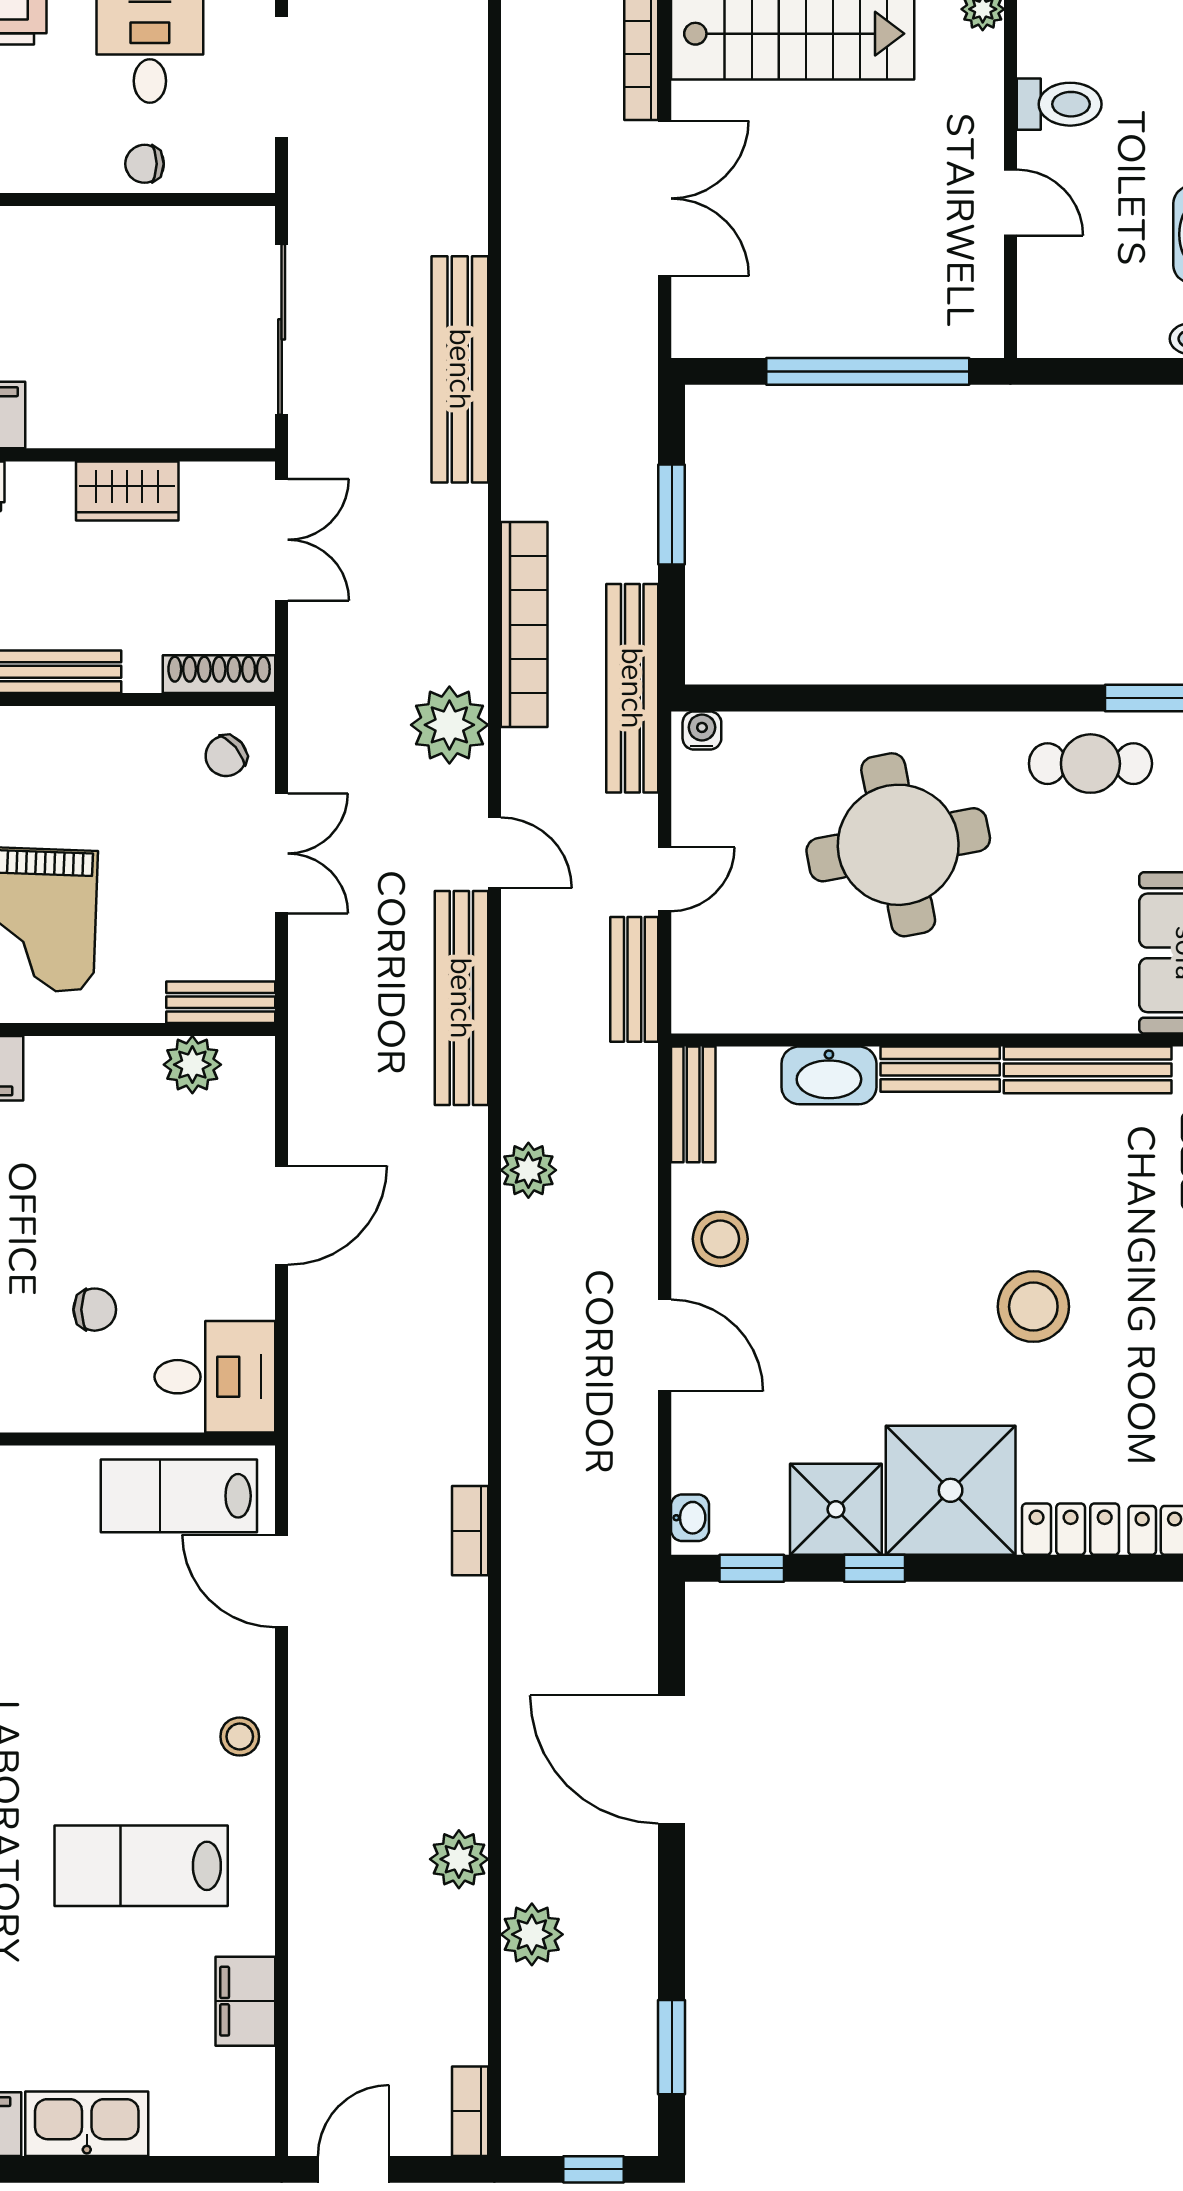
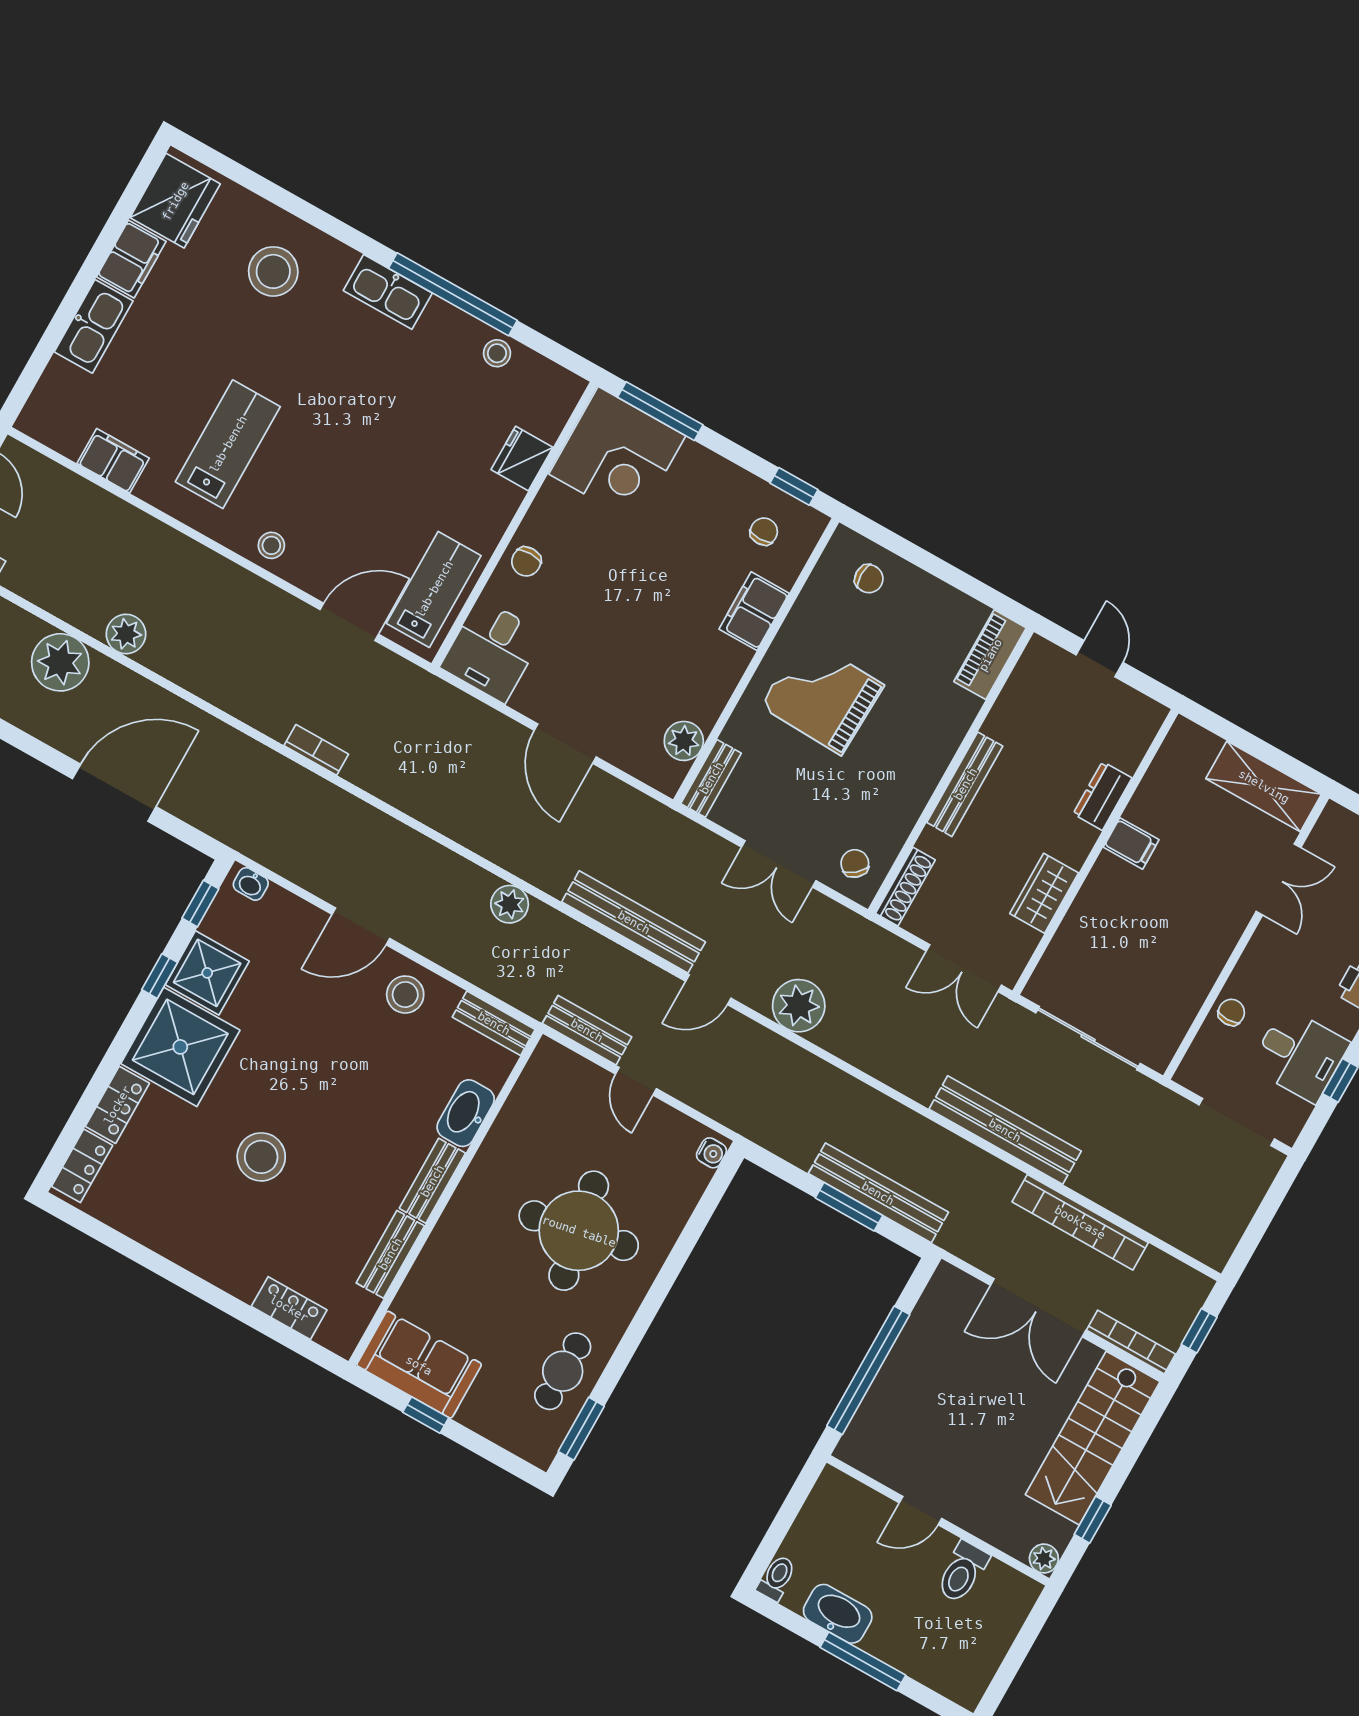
bookcase: (524, 625) -> (1080, 1222), moved
bench: (632, 688) -> (878, 1193), moved
bench: (1088, 1070) -> (390, 1254), width x0.73
chair: (95, 1310) -> (526, 562), moved
plant: (532, 1934) -> (60, 662), width x1.36, depth x1.36

